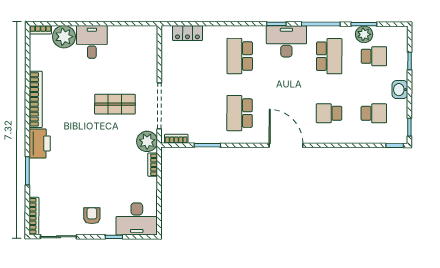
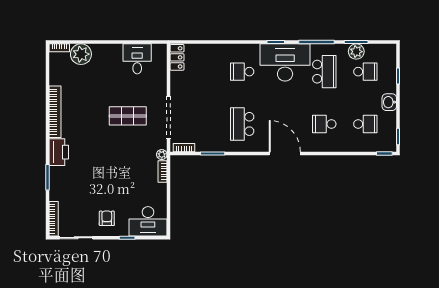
locker: (187, 33) -> (177, 57), moved, turned -90
desk: (286, 41) -> (285, 62), width x1.36, depth x1.30
desk: (92, 42) -> (137, 59), moved
school desk: (240, 56) -> (242, 72), width x0.54
plant: (147, 141) -> (162, 155), width x0.53, depth x0.53

